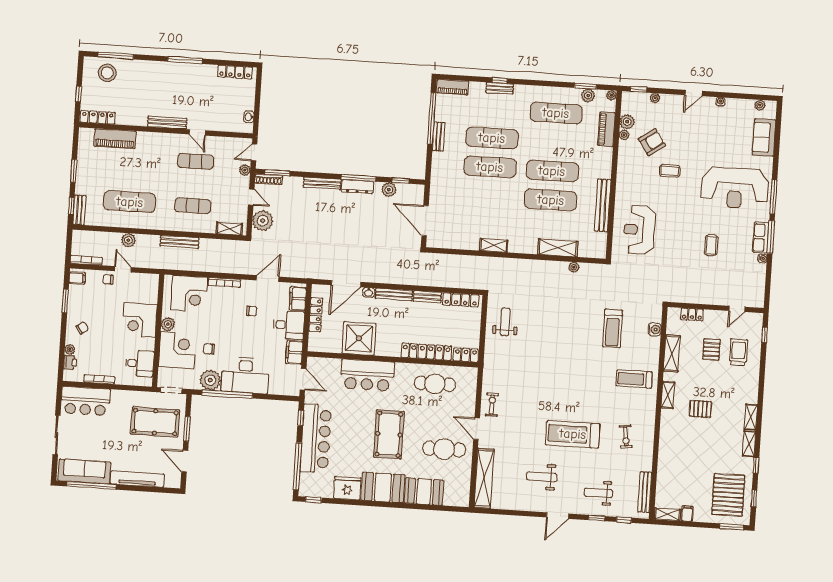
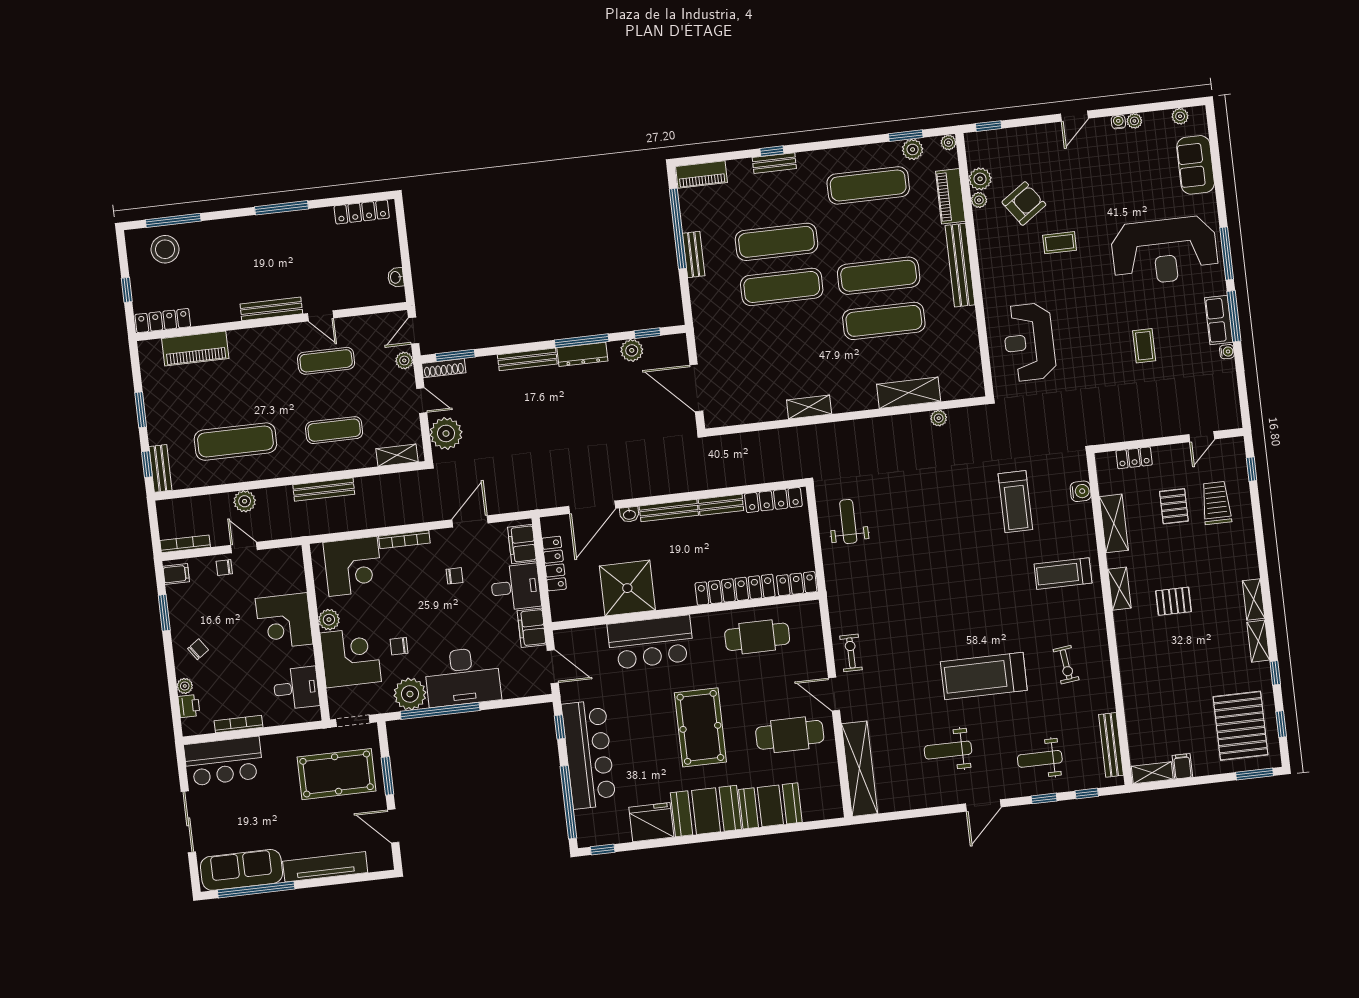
plant: (655, 98) -> (1134, 121), moved
bench: (603, 205) -> (960, 265), moved

